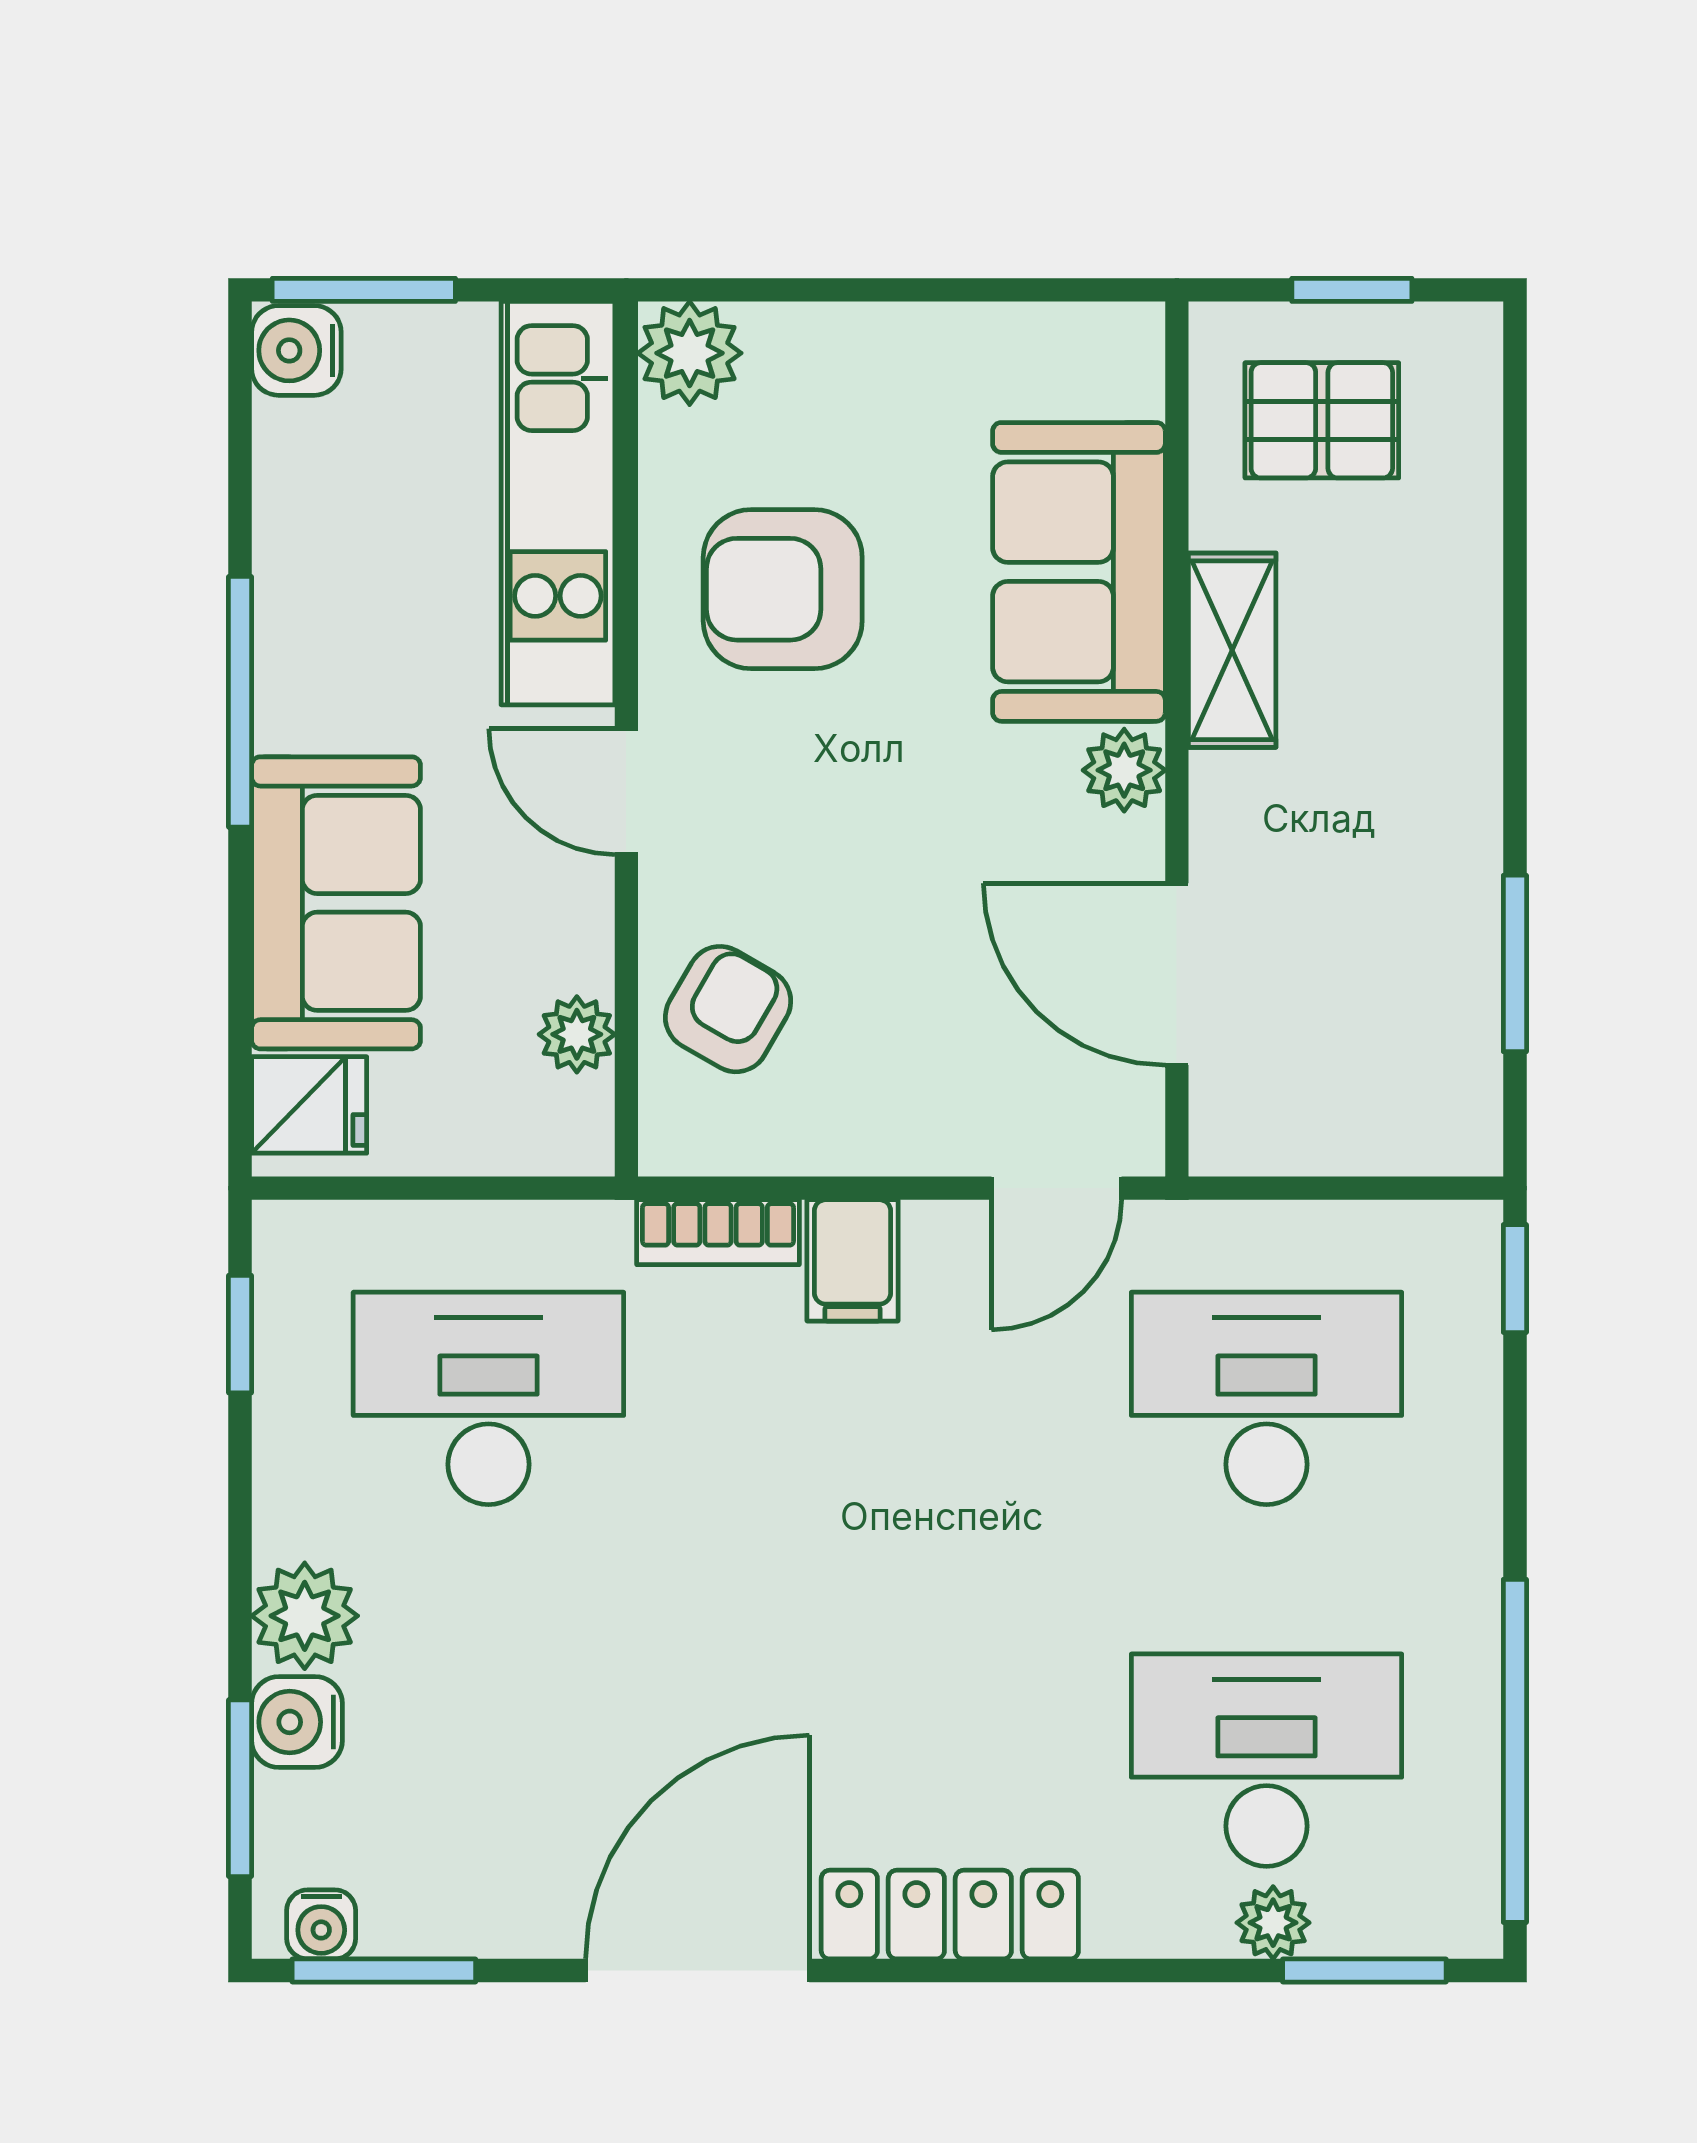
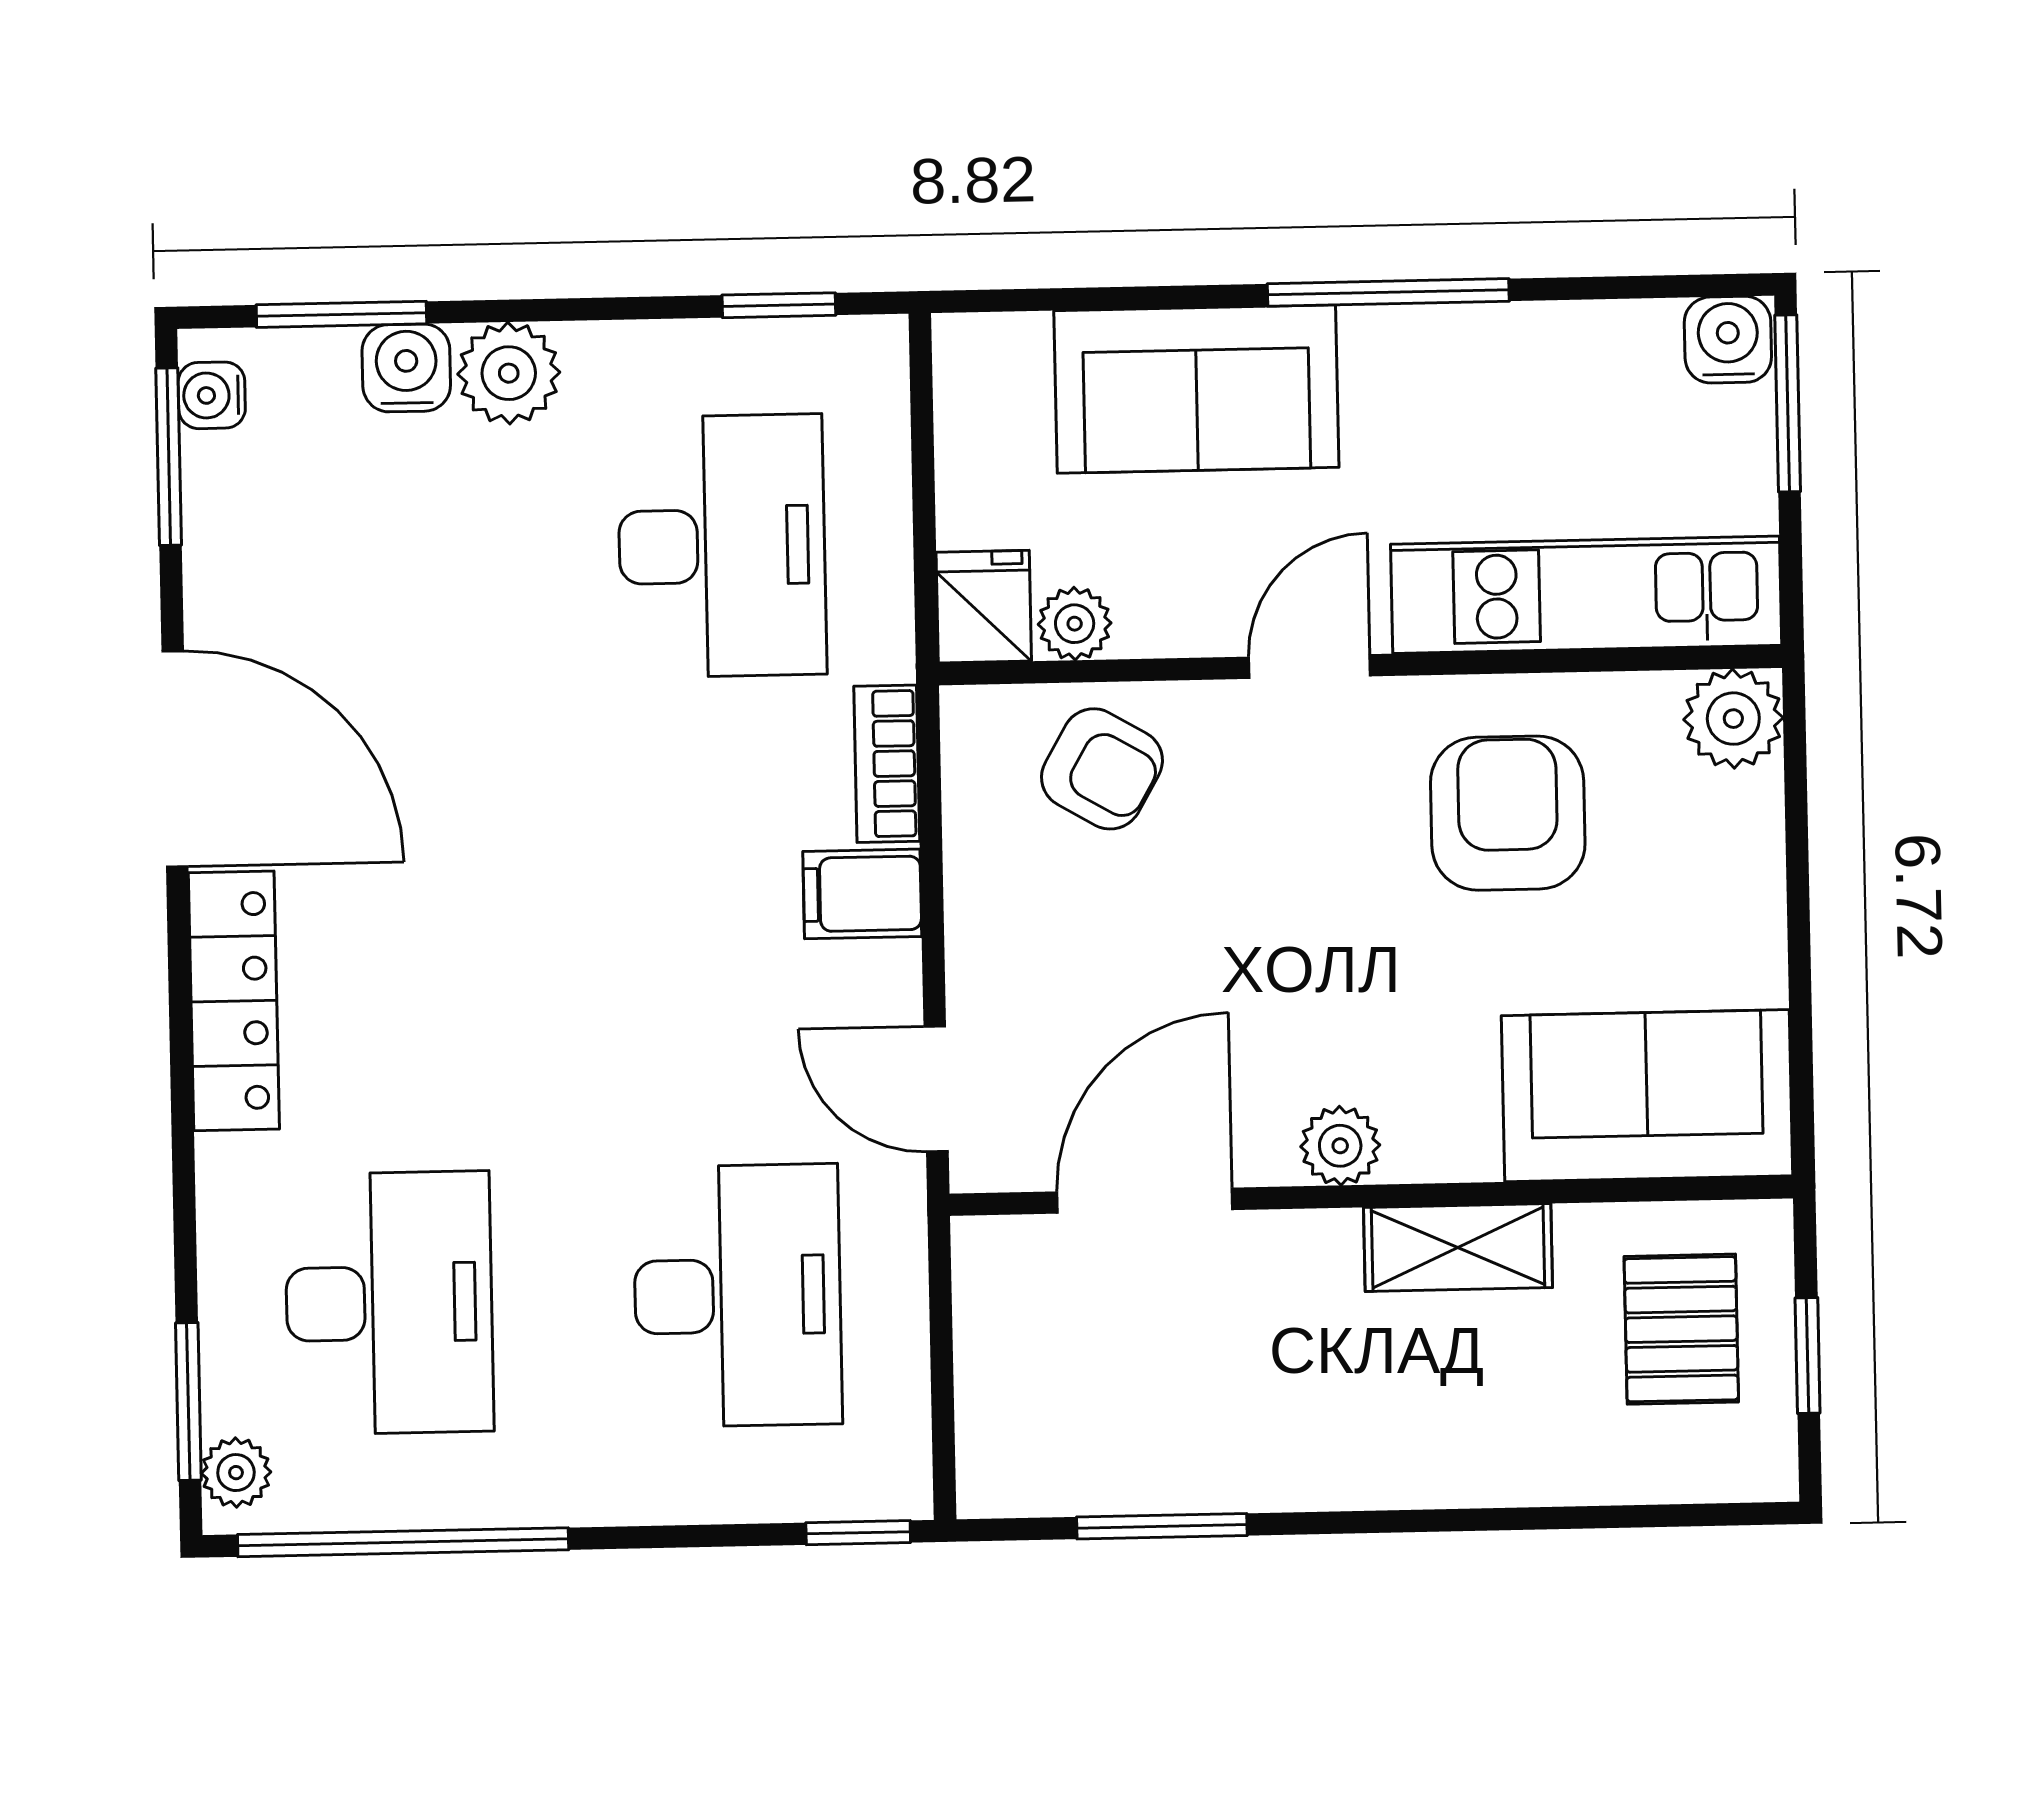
sofa: (1079, 572) -> (1647, 1096), moved
fridge: (309, 1105) -> (984, 607), moved, turned 180
plant: (1273, 1923) -> (236, 1473), moved

